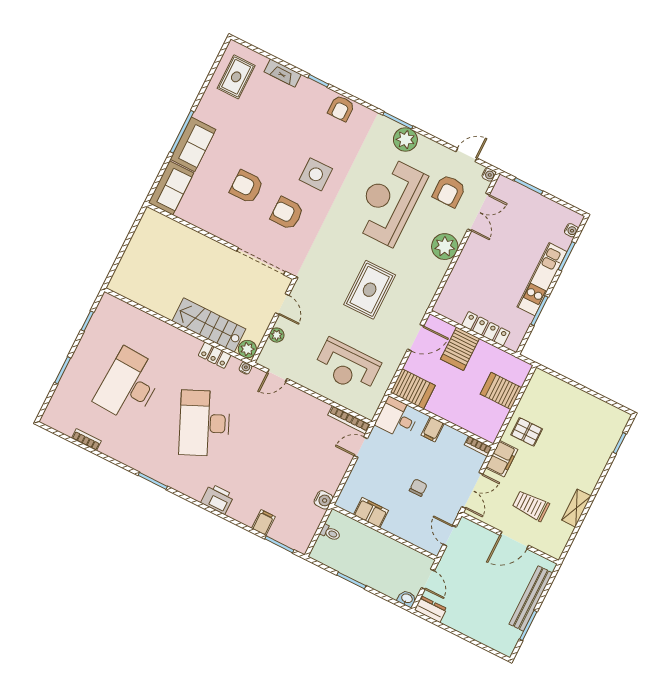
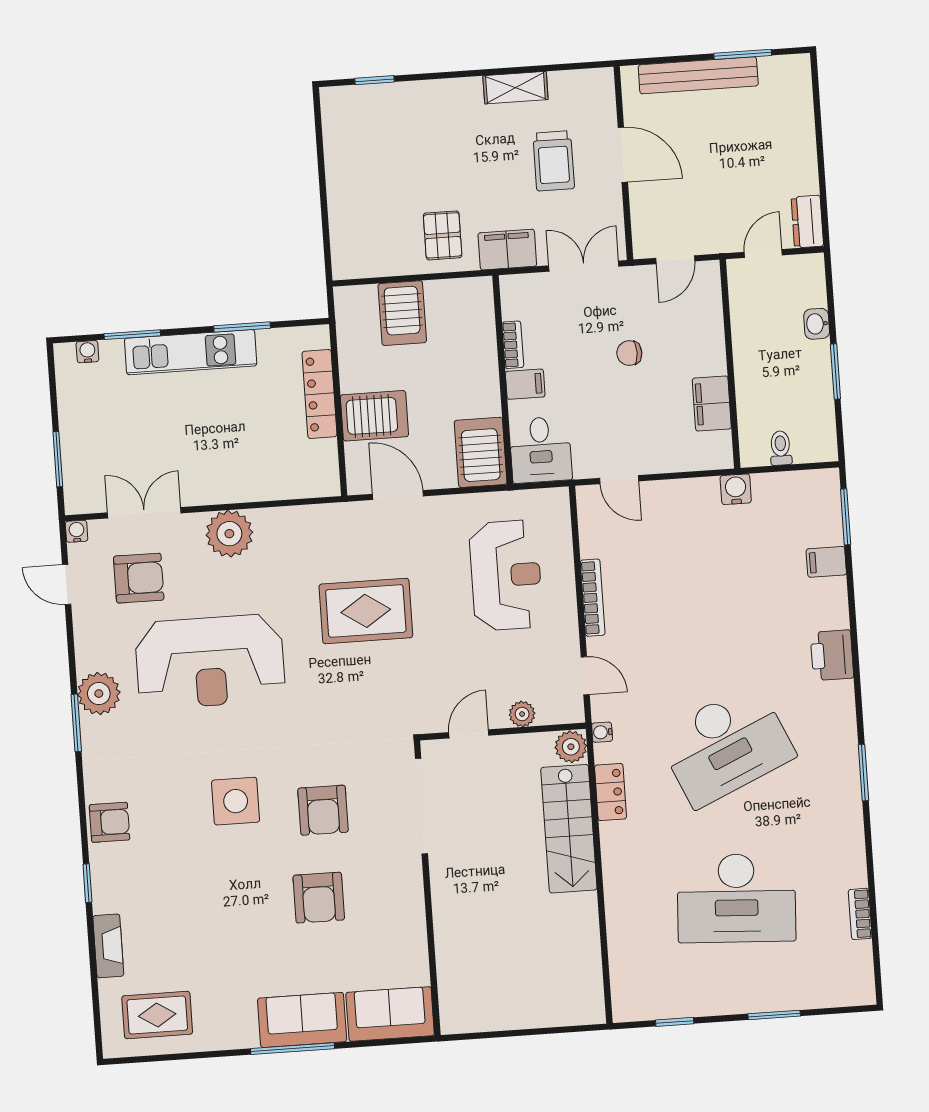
bookcase: (349, 420) -> (593, 598), moved
bookcase: (478, 446) -> (513, 345), moved
washbasin: (407, 599) -> (817, 324), moved

